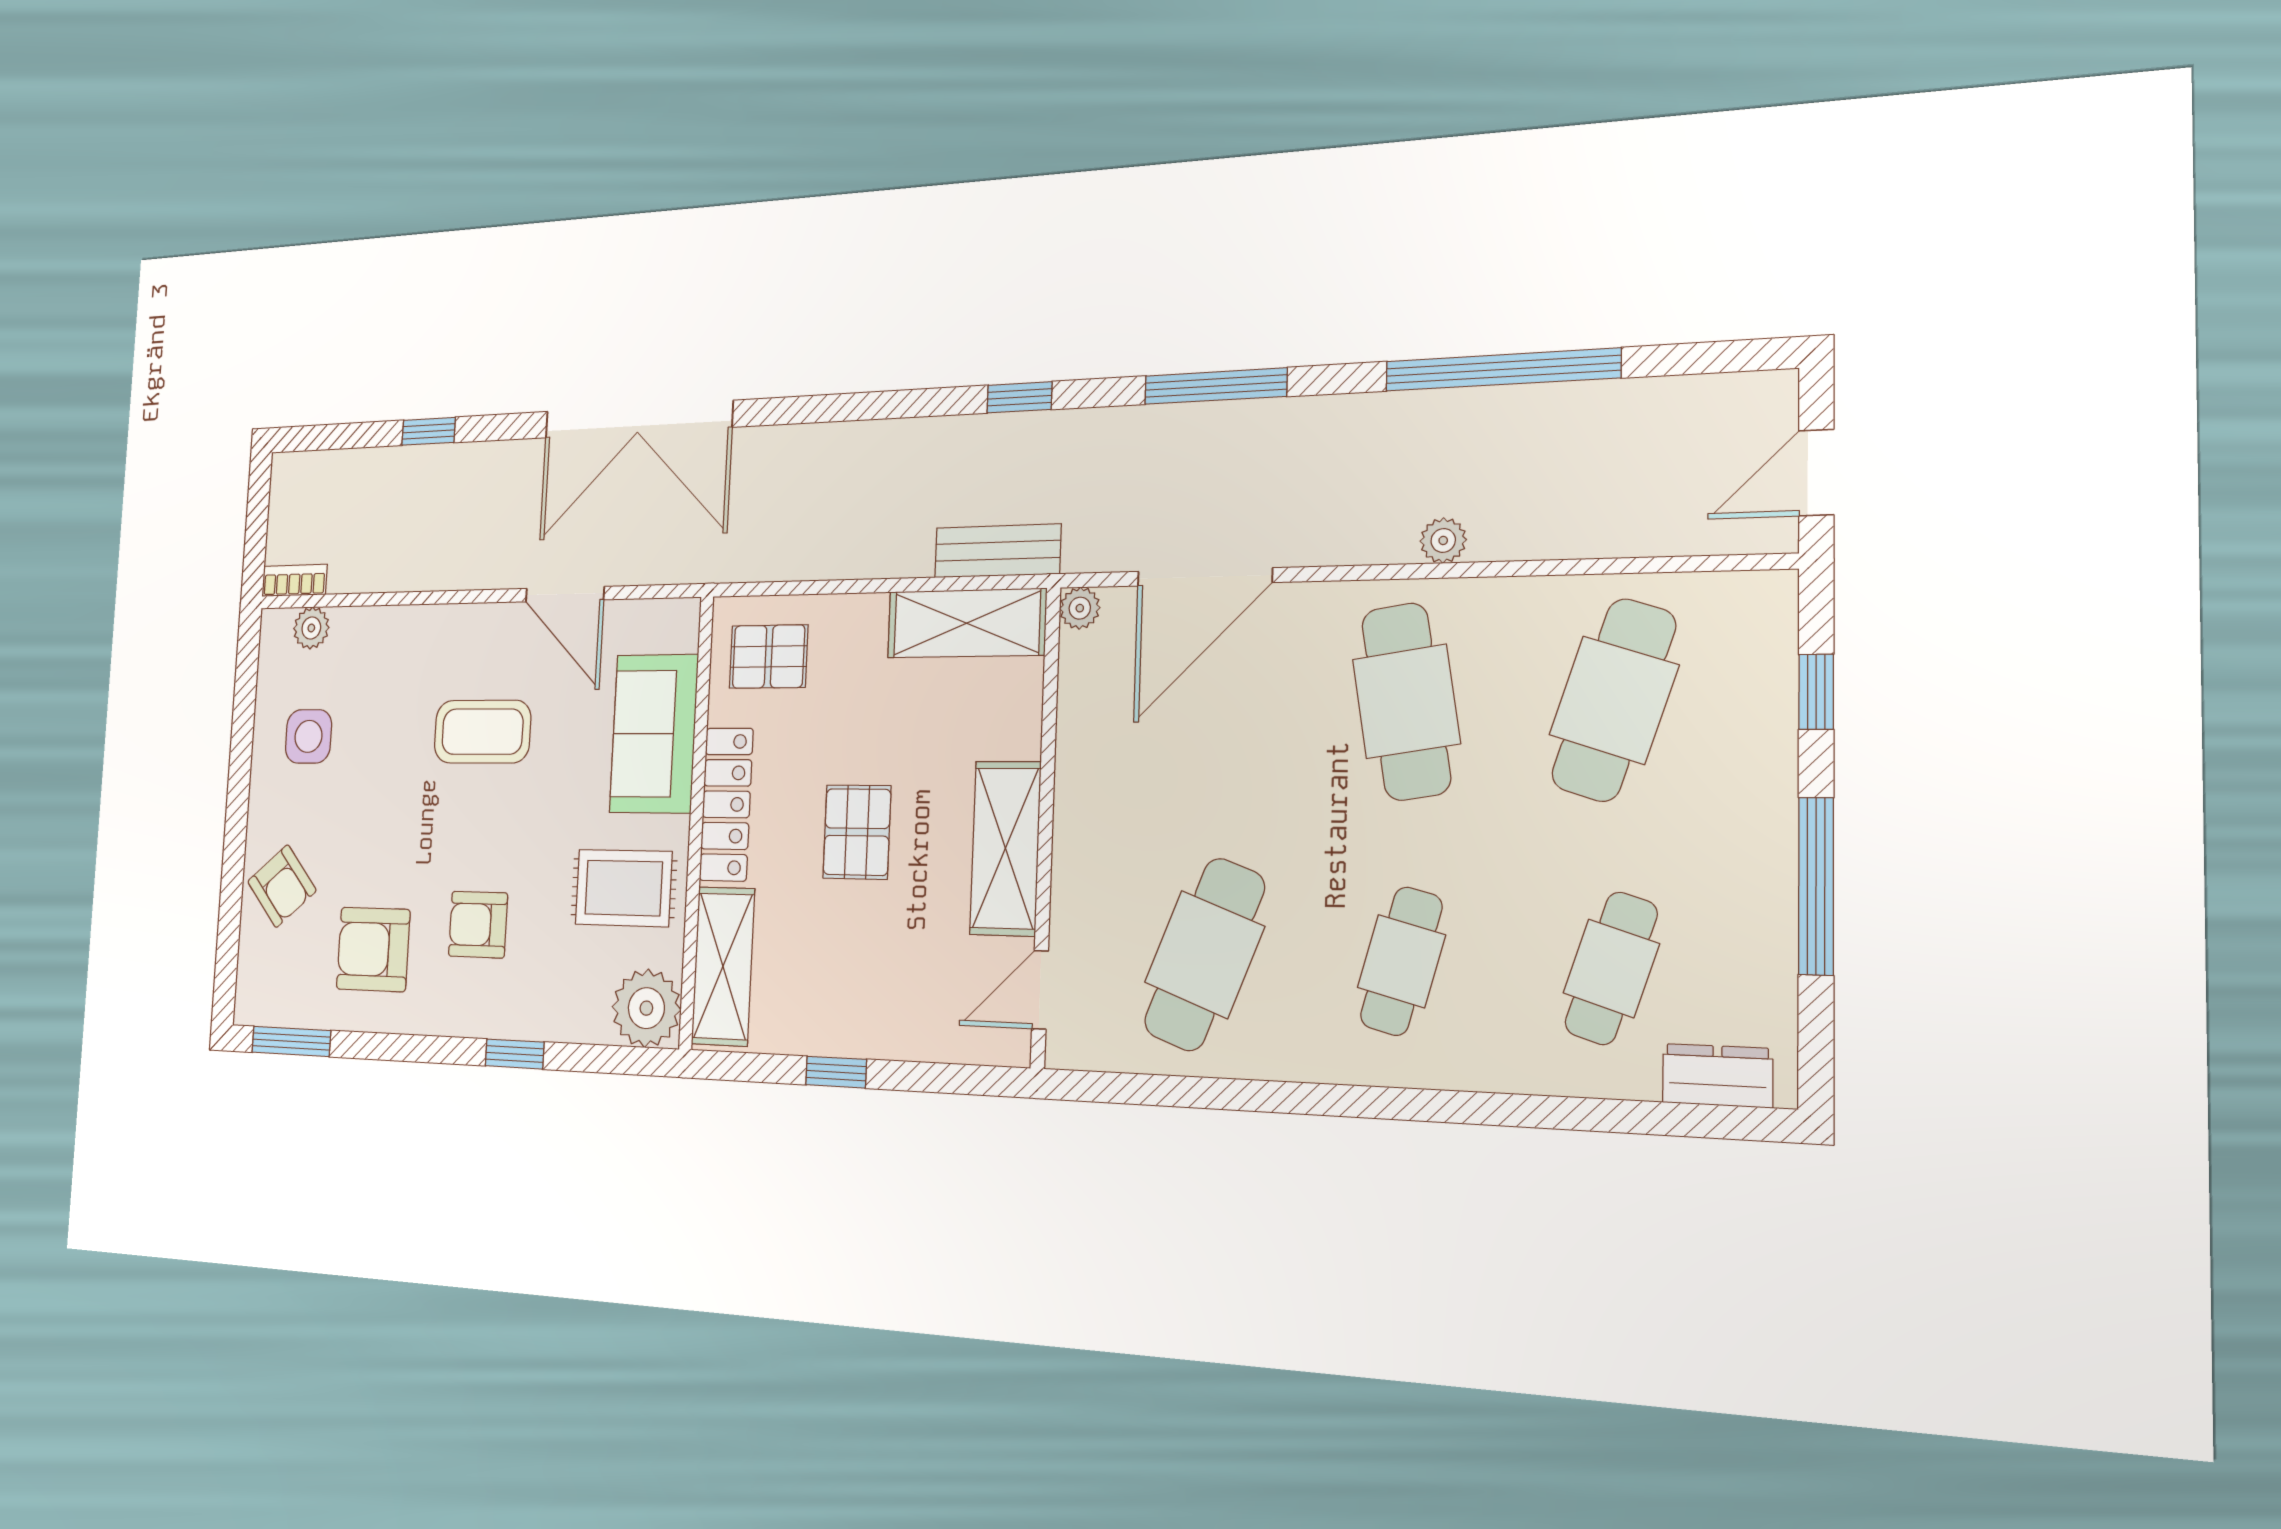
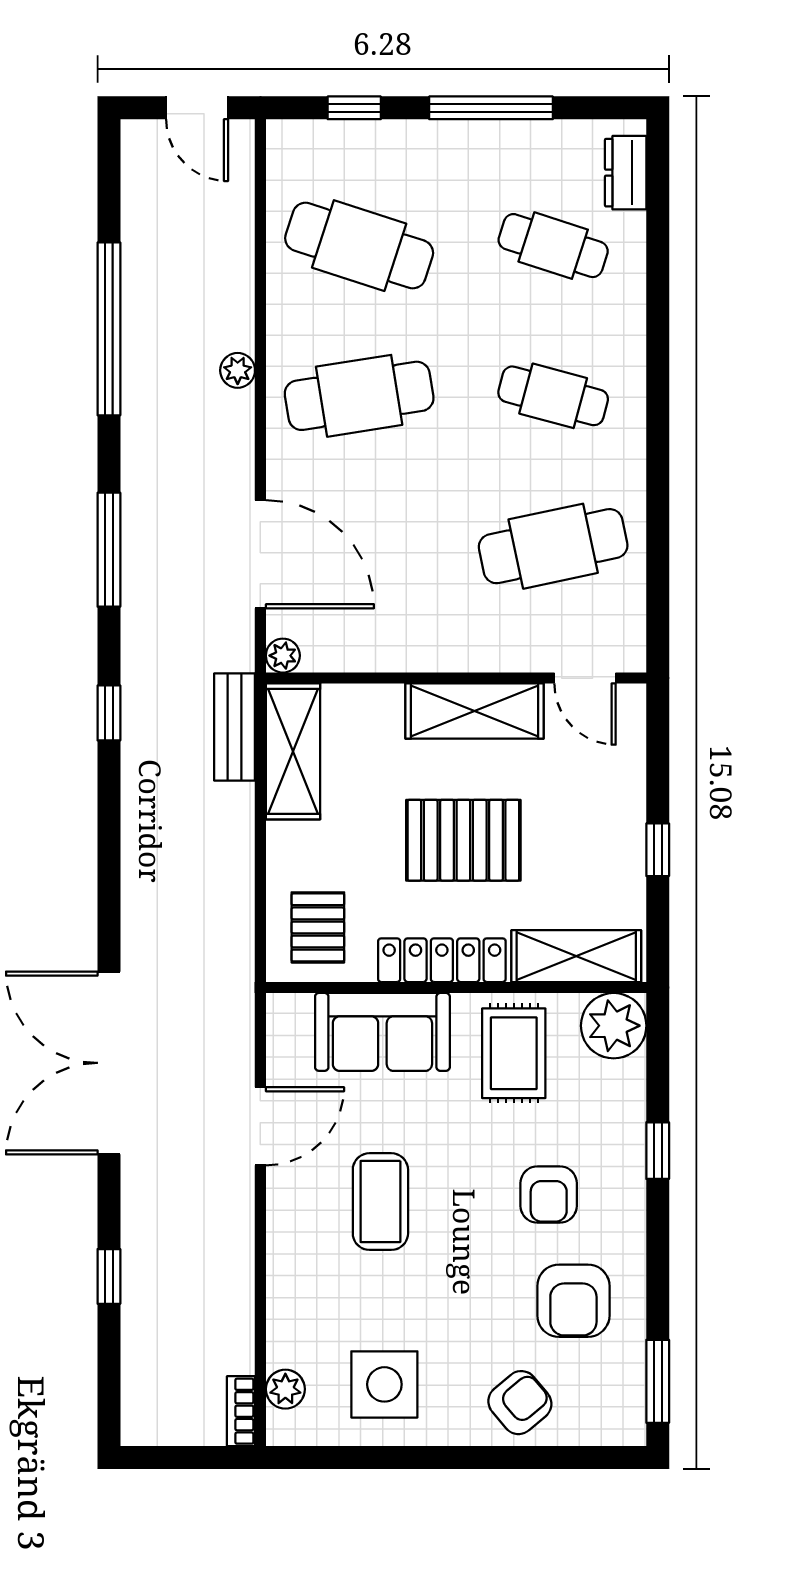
double door: (638, 419) -> (109, 1063), swing flipped
side table: (308, 736) -> (384, 1384), width x1.37, depth x1.37
pallet: (857, 832) -> (463, 840), width x1.50, depth x1.42
cafe table: (1204, 955) -> (553, 546), turned -33

